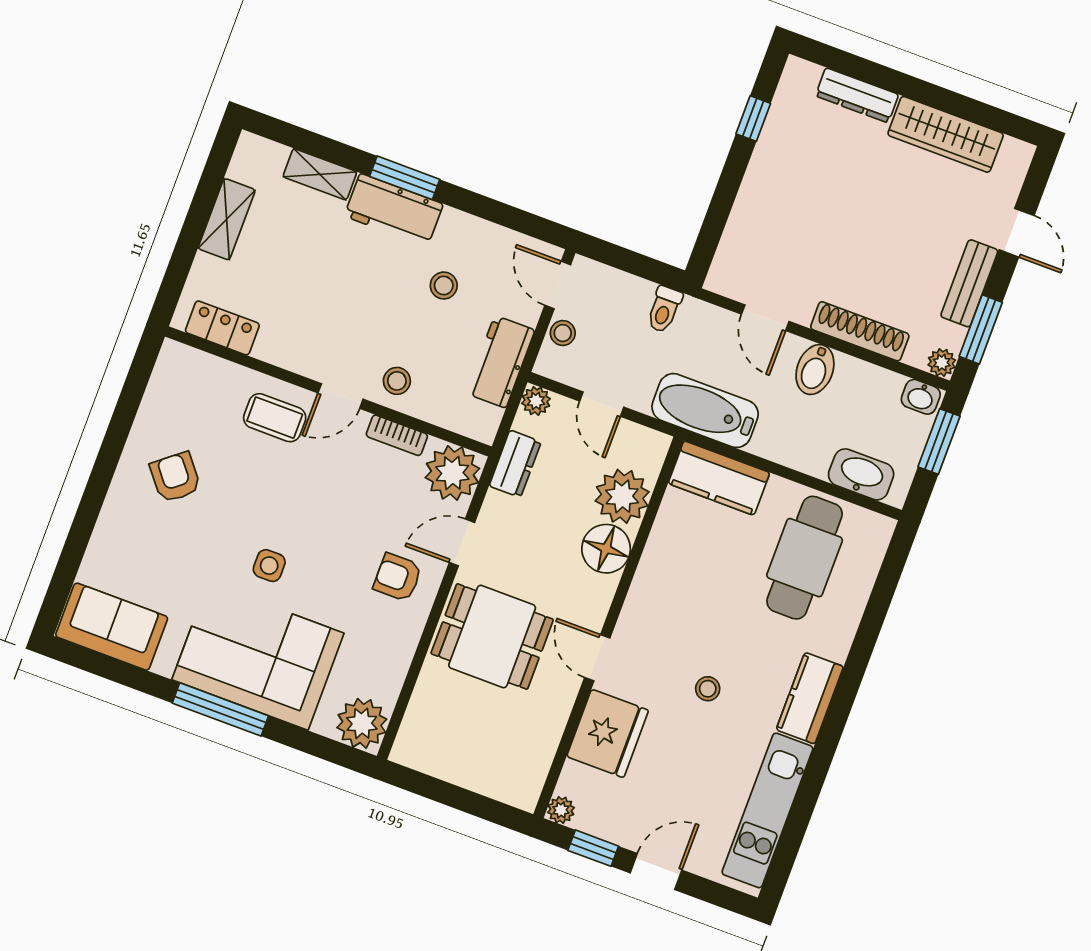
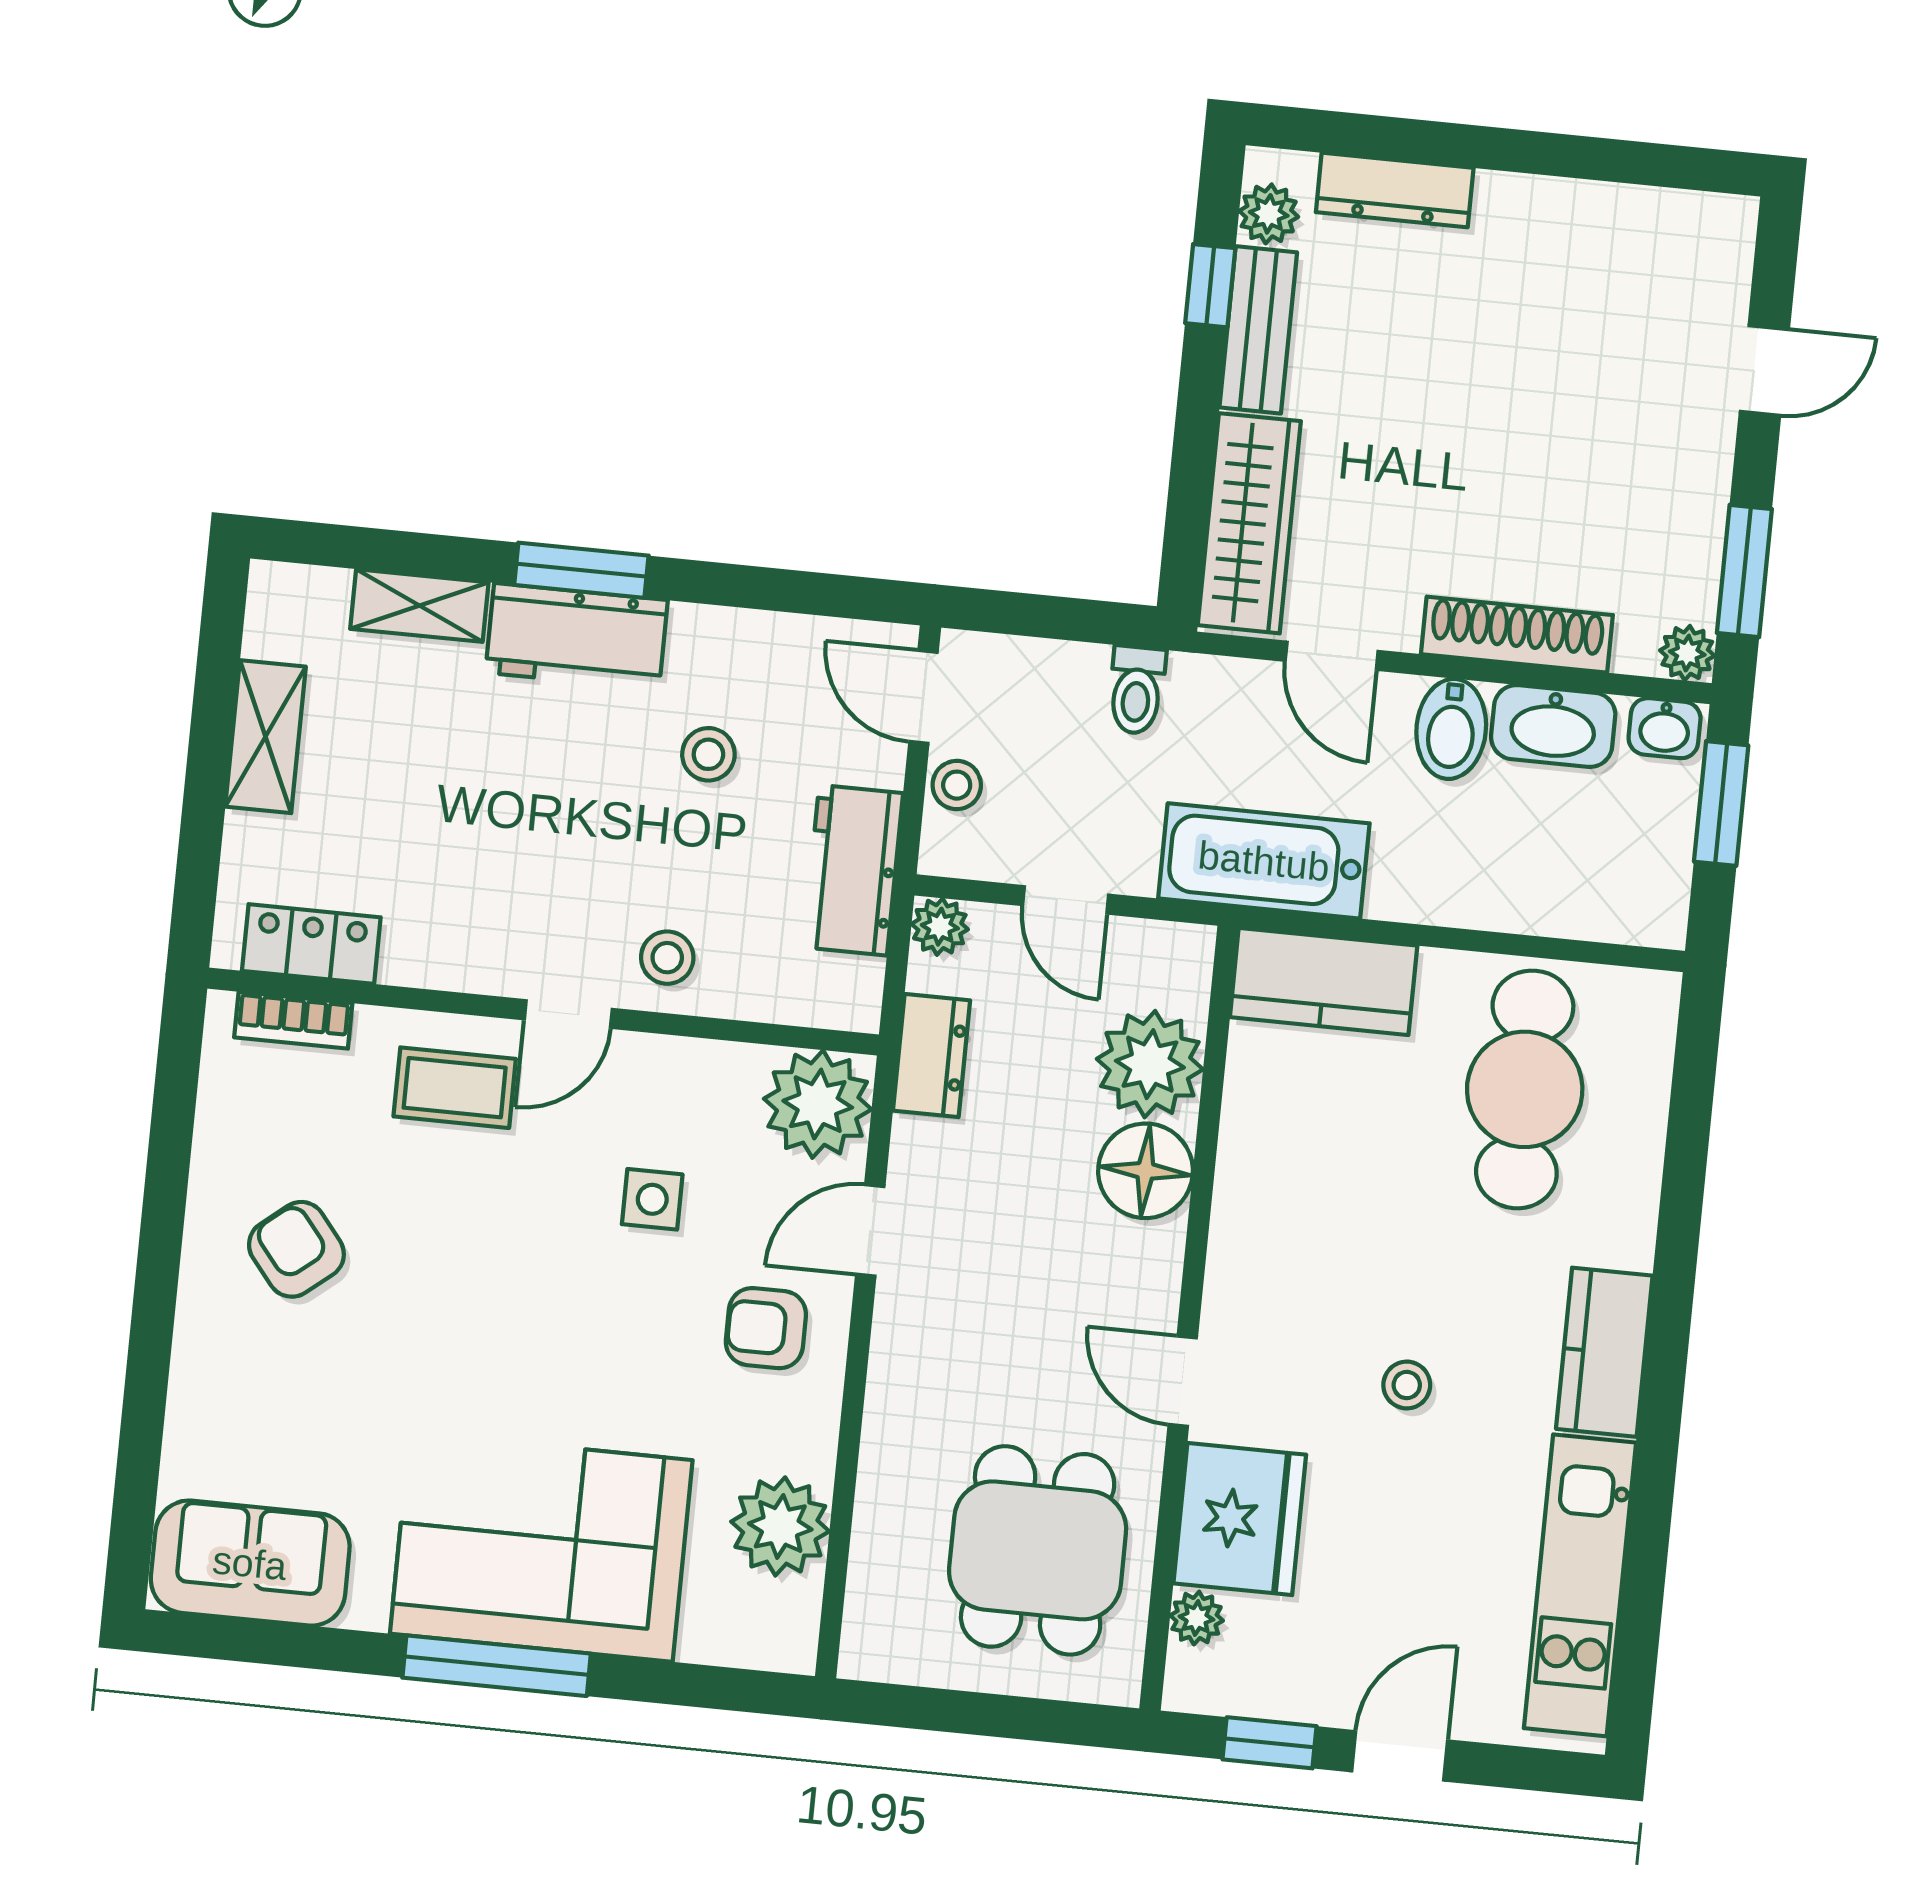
plant: (791, 91) -> (1269, 214), added
wardrobe: (946, 134) -> (1249, 523), moved, turned -90
door: (1017, 233) -> (1764, 371), hinge flipped
bench: (969, 283) -> (1258, 330), moved
bookcase: (397, 435) -> (293, 1020), moved
washbasin: (861, 474) -> (1553, 726), moved, turned 180
side table: (269, 566) -> (652, 1199), moved
dining table: (492, 637) -> (1038, 1550), moved, turned 90
plant: (362, 723) -> (780, 1526), moved
plant: (561, 810) -> (1197, 1618), moved

